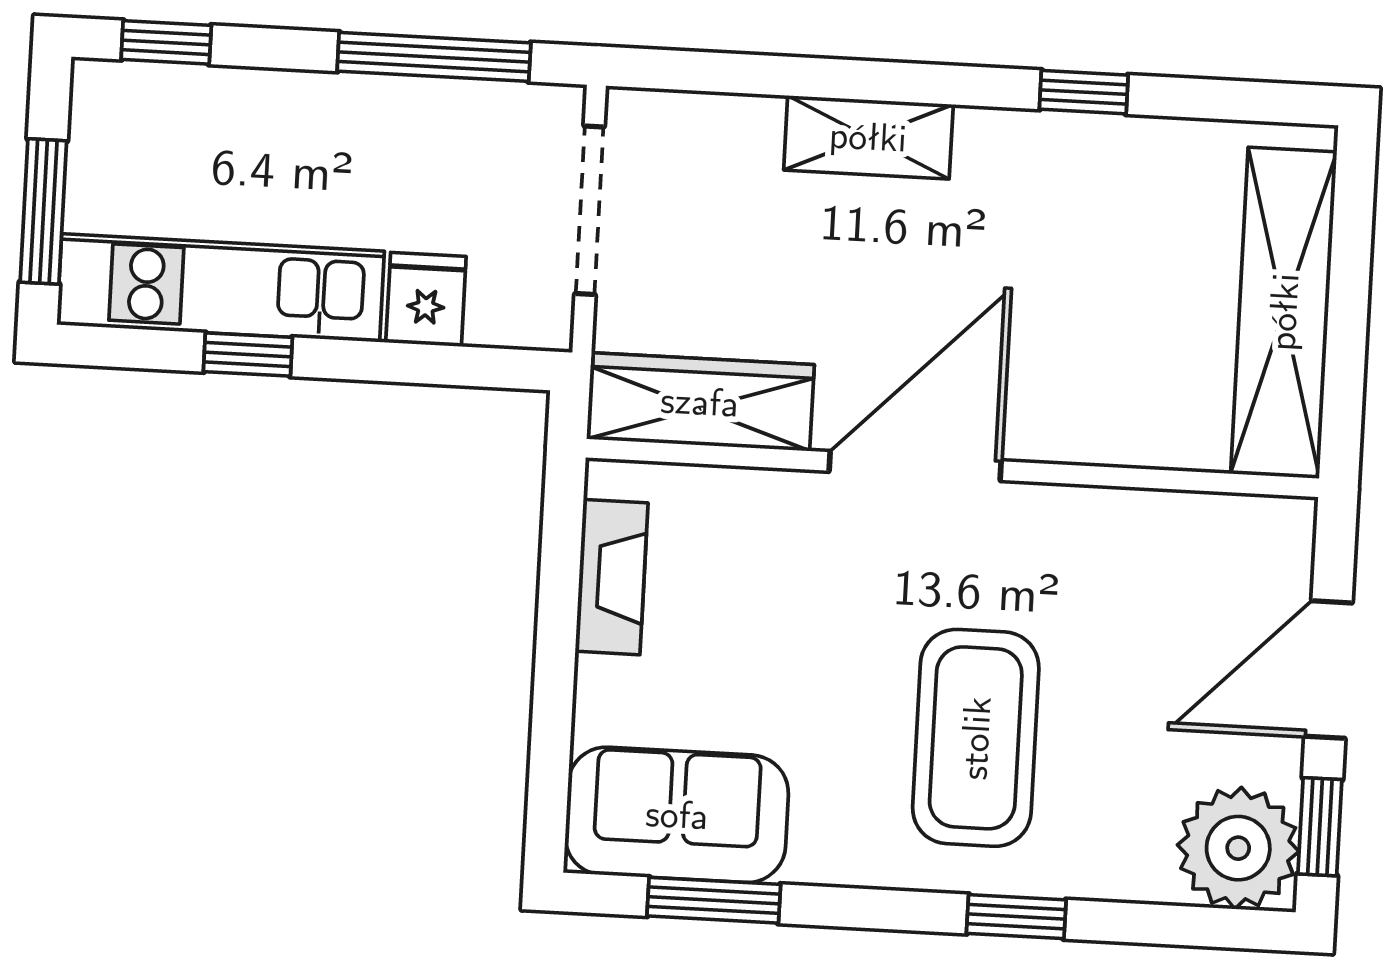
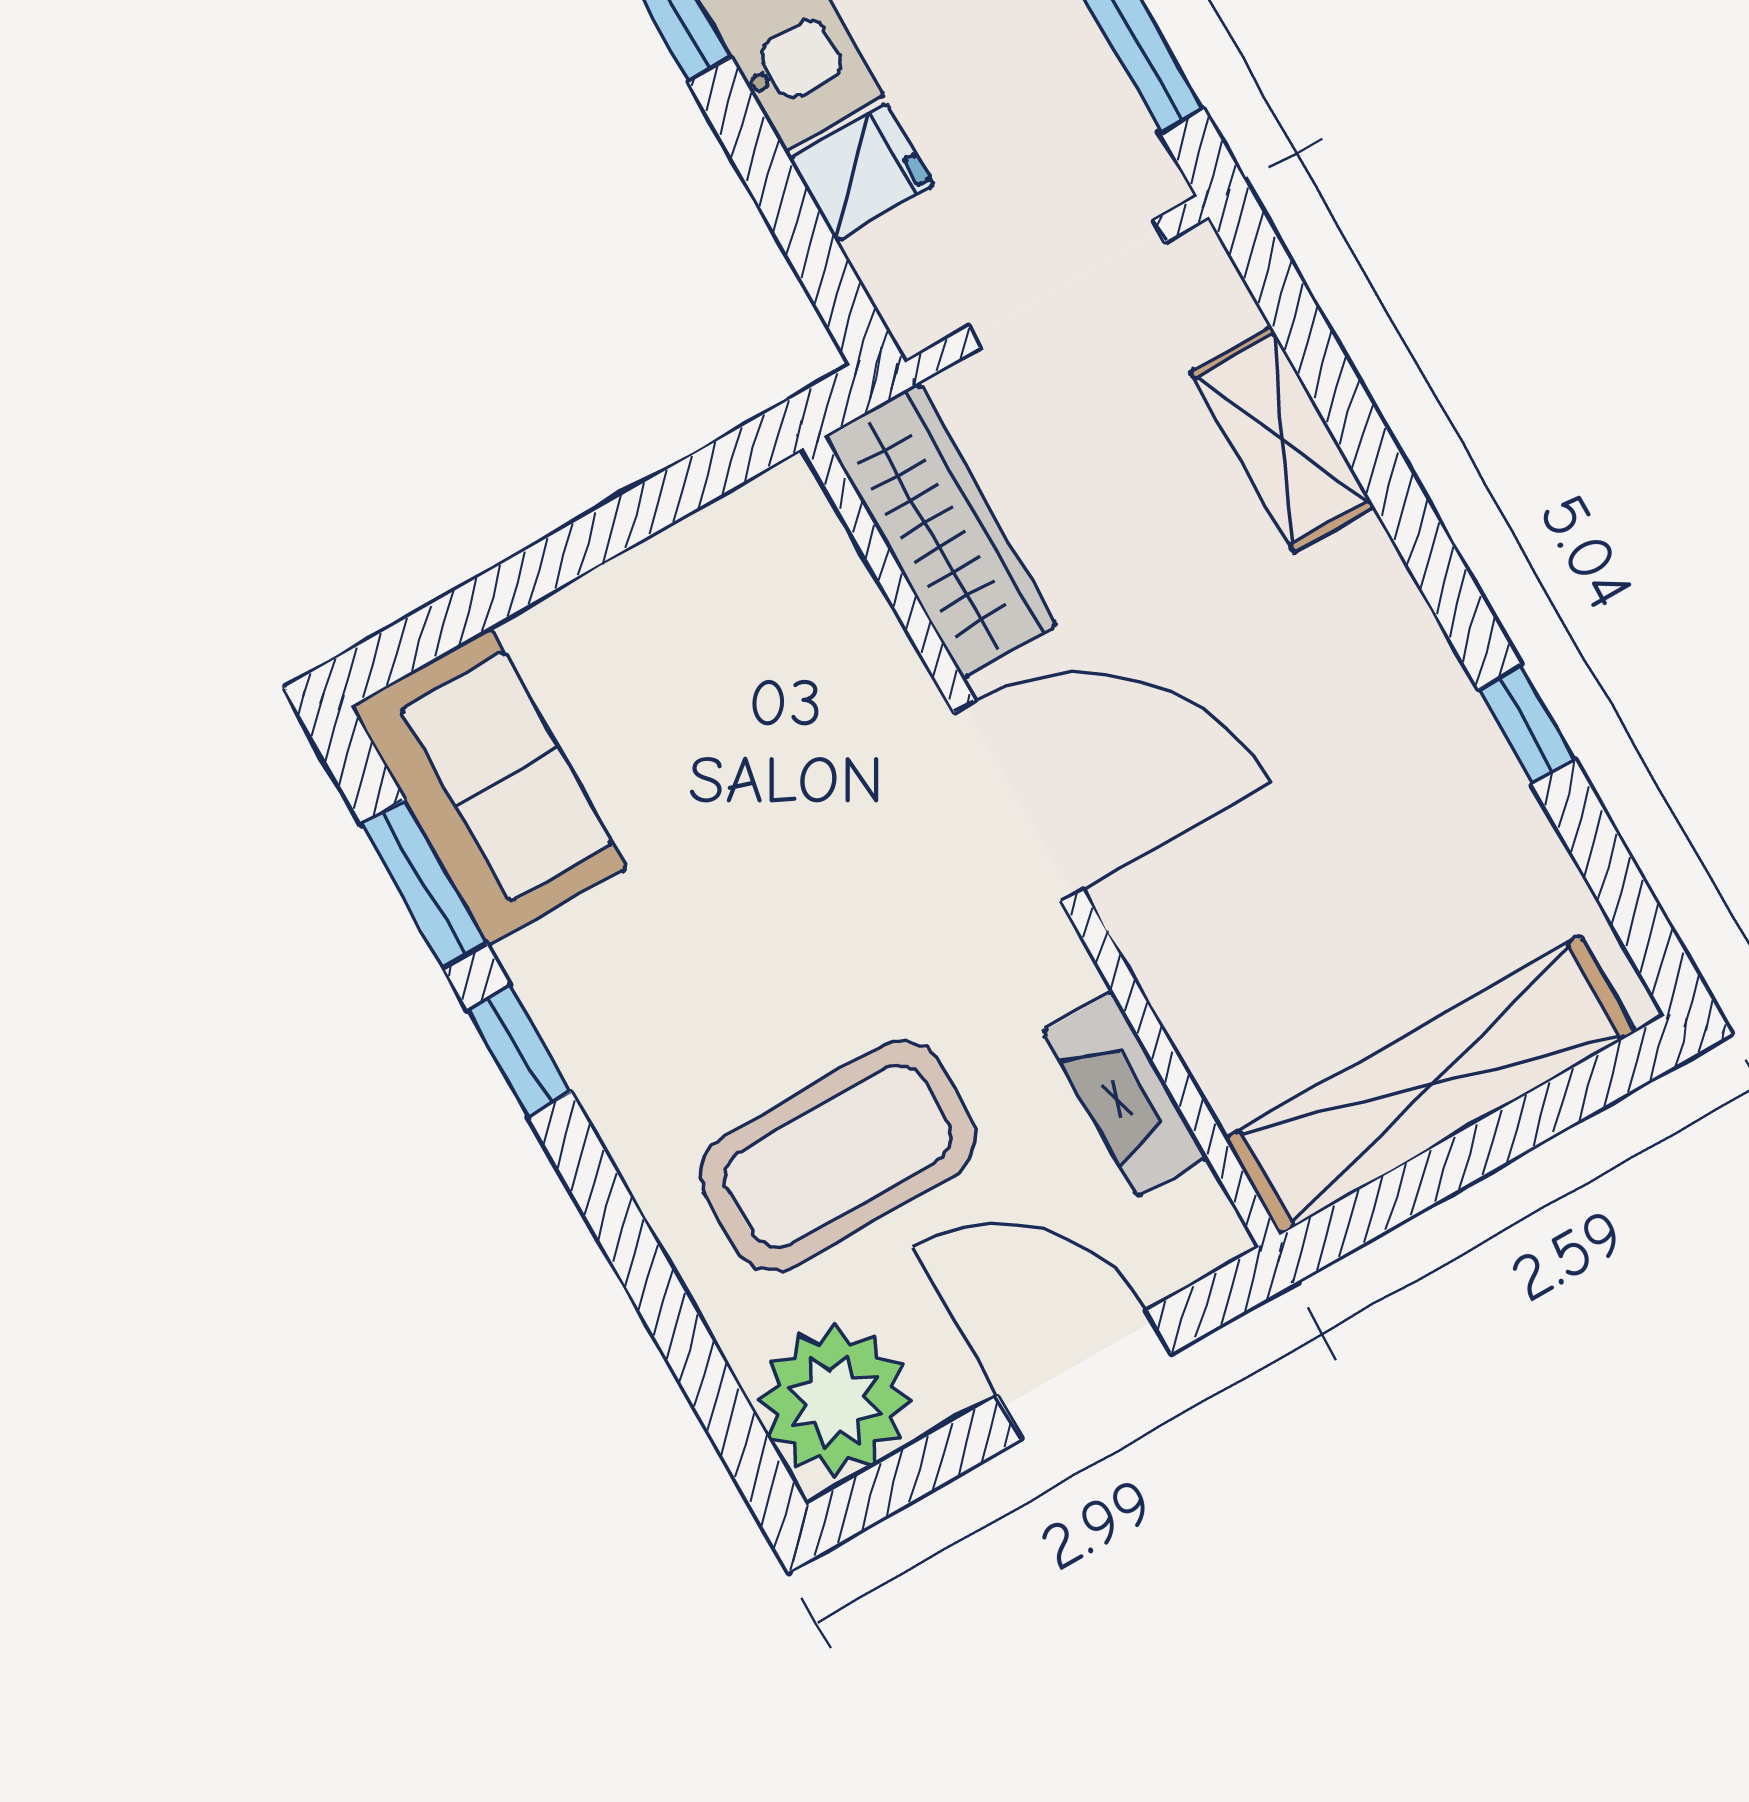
shelving: (868, 137) -> (1282, 439), moved
fireplace: (612, 577) -> (1125, 1094), moved, turned 90
coffee table: (976, 738) -> (838, 1156), moved
window: (1320, 827) -> (913, 1472), removed
window: (1016, 917) -> (519, 1051), moved

